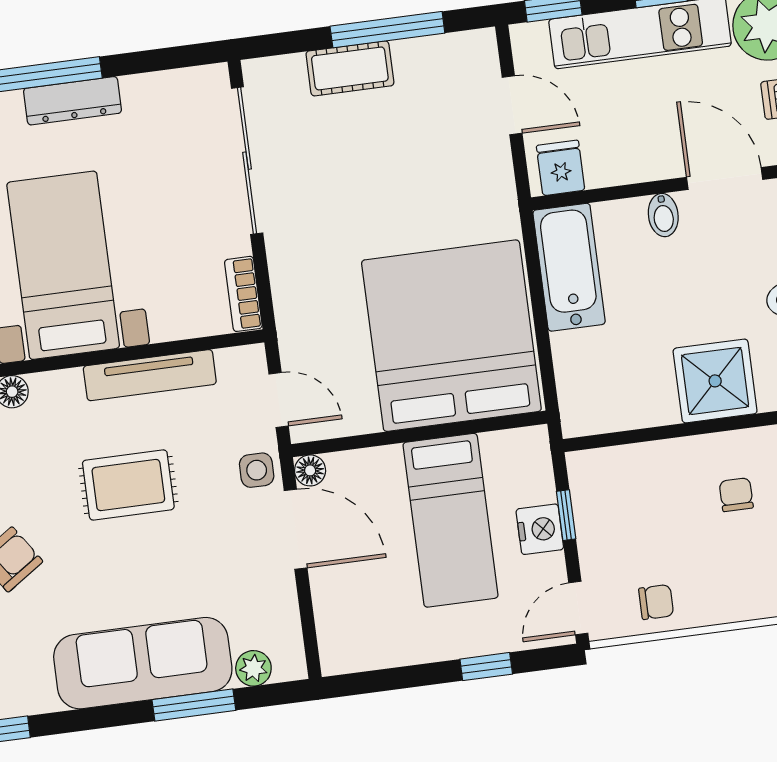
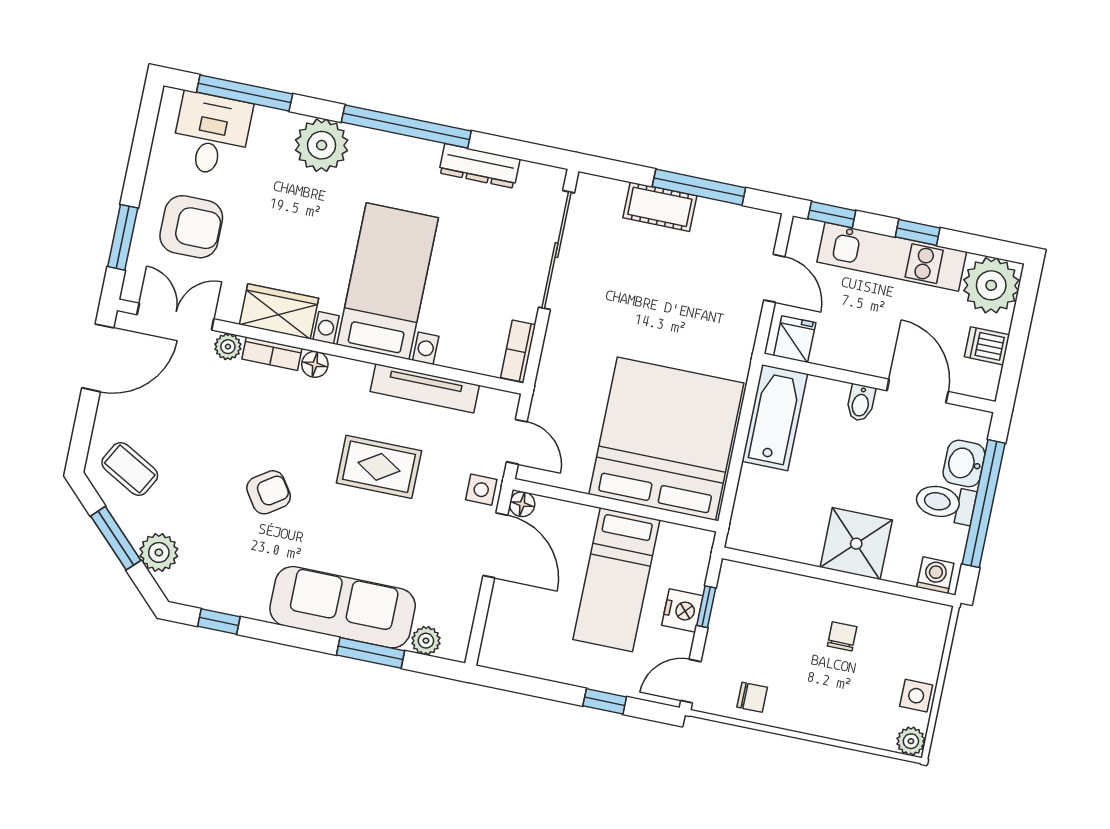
dresser: (72, 101) -> (479, 166), moved

